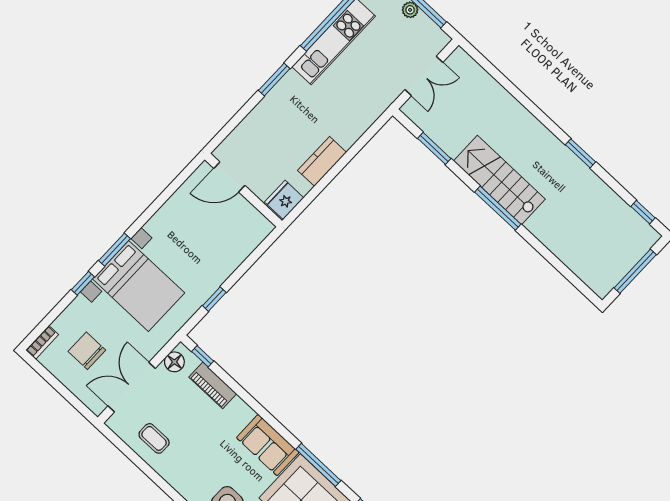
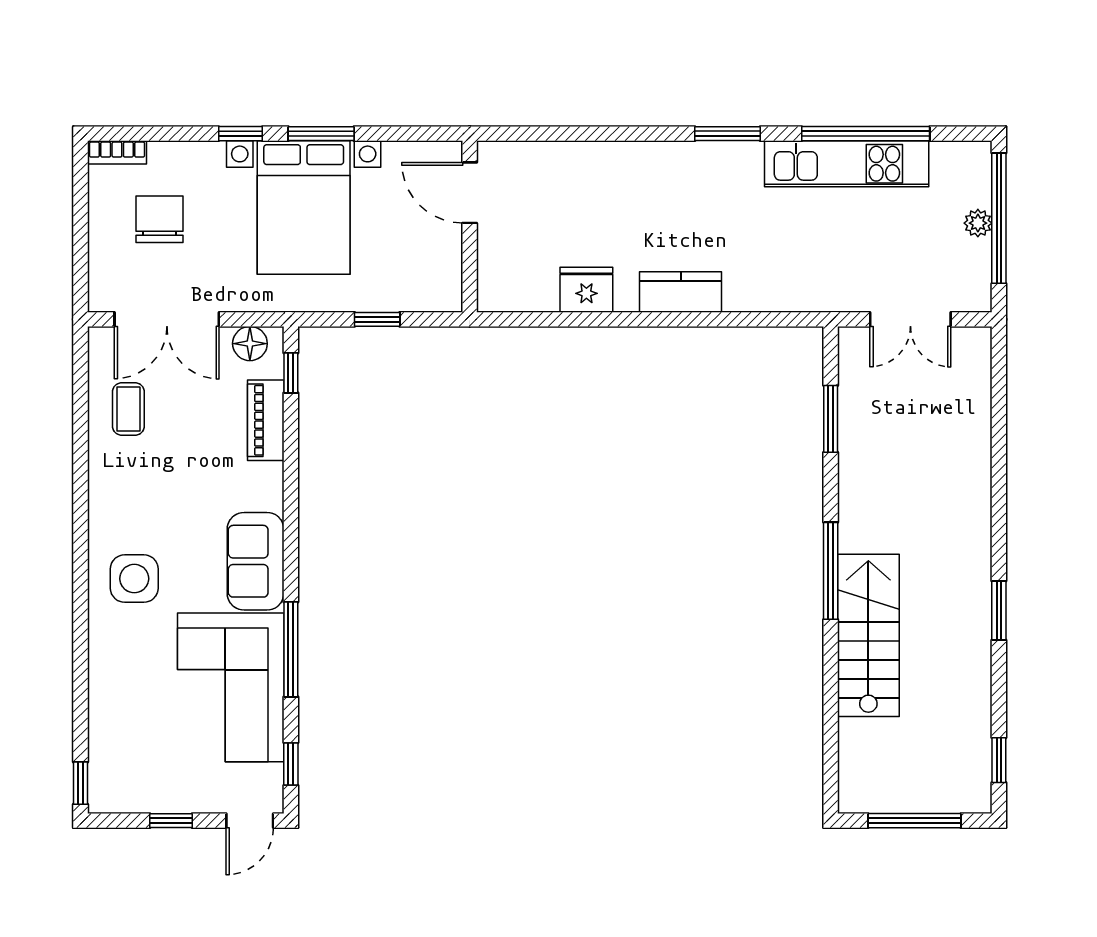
door: (229, 177) -> (470, 193), moved
stairs: (499, 180) -> (868, 635), moved
wall: (243, 190) -> (470, 226), moved
double door: (132, 387) -> (167, 319), swing flipped

